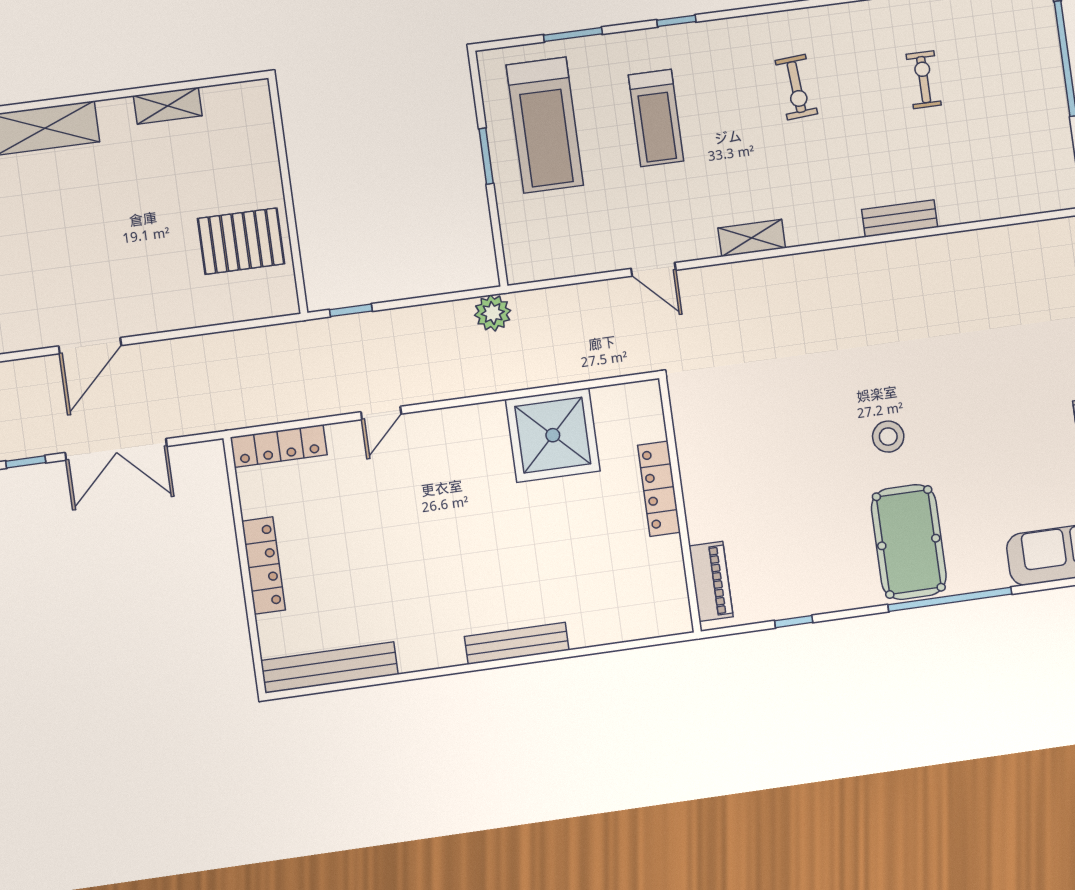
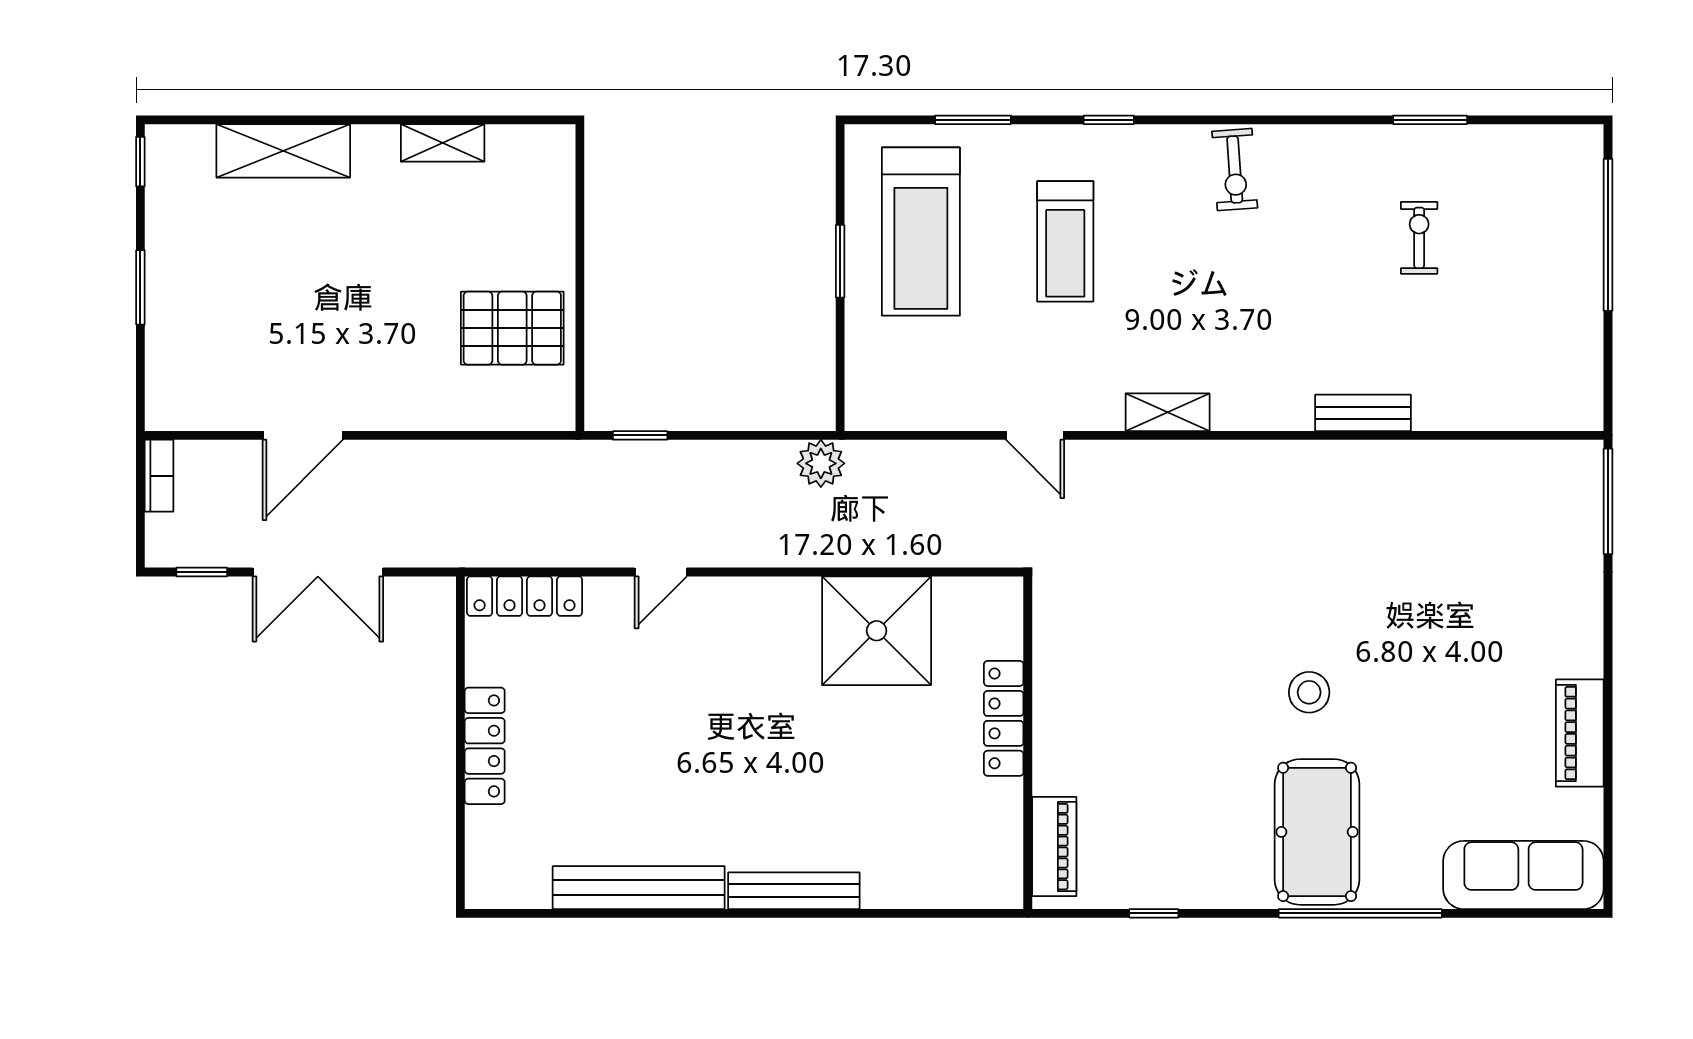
exercise bike: (796, 87) -> (1235, 170), moved
bench: (329, 667) -> (639, 888), moved

